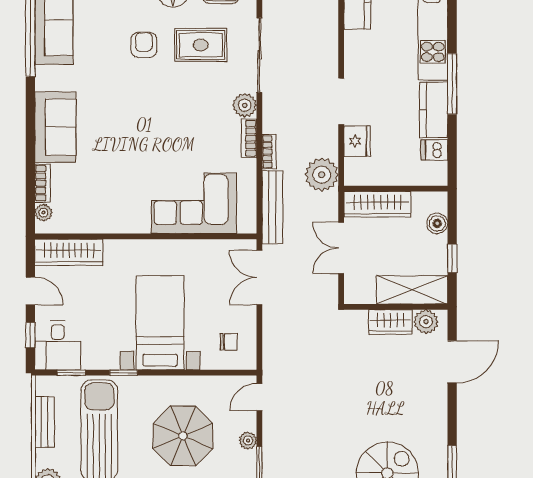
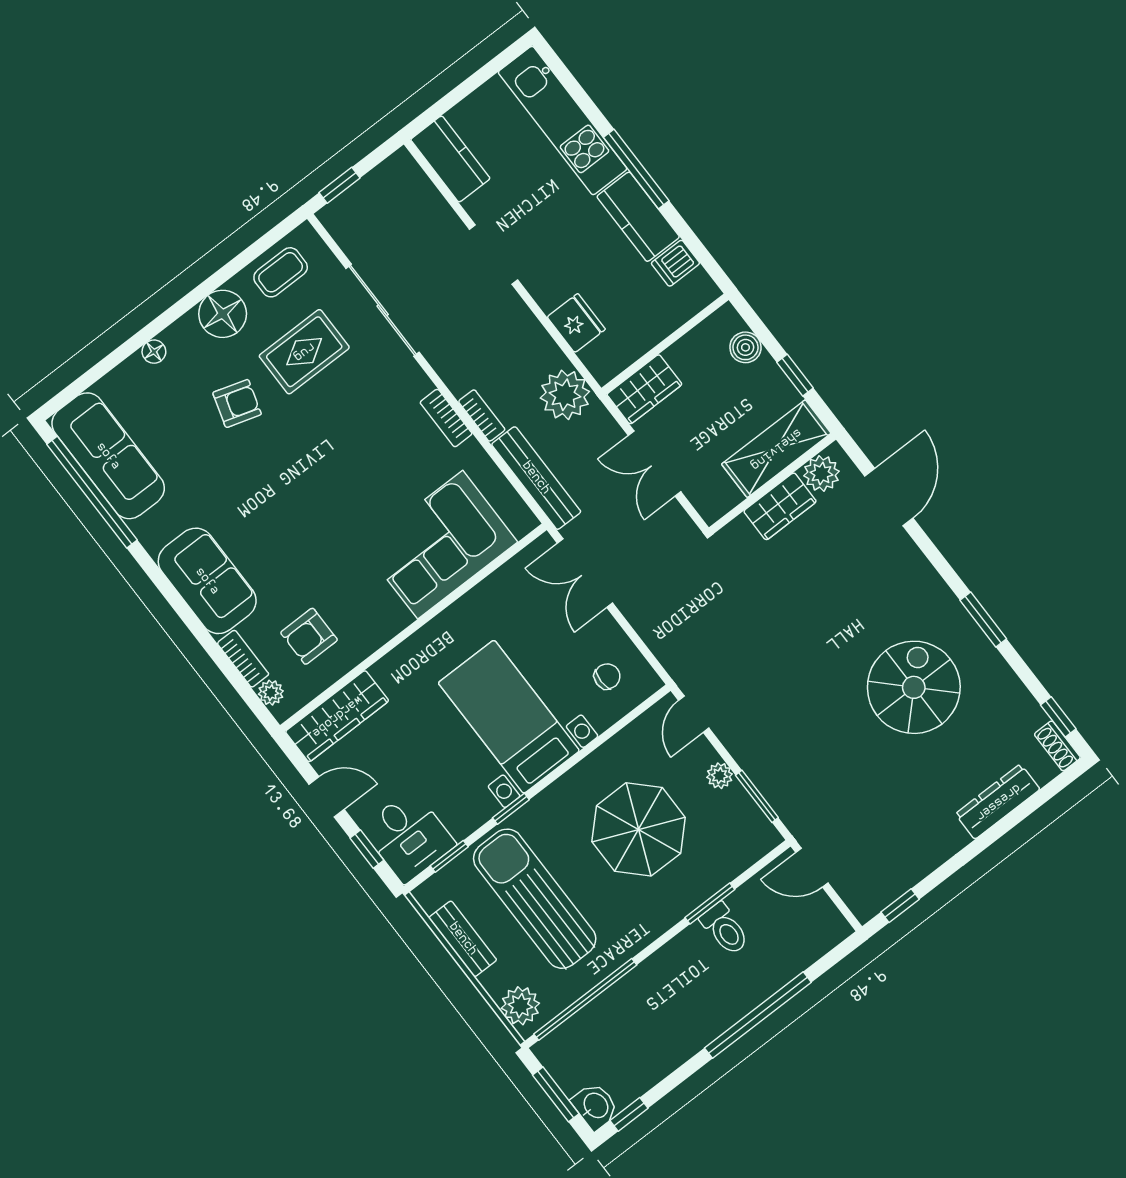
armchair: (144, 45) -> (237, 403), turned 107
doorway: (341, 101) -> (494, 255), moved
plant: (245, 105) -> (411, 383), removed
armchair: (87, 198) -> (309, 636), added
wardrobe: (377, 204) -> (644, 389), width x0.67

